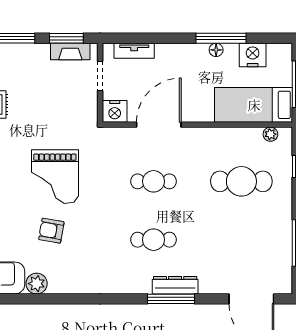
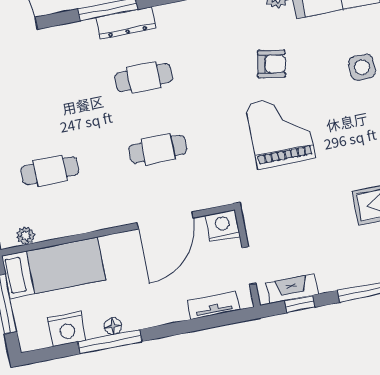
window: (66, 38) -> (300, 304), width x0.67
cafe table: (241, 181) -> (50, 171), width x0.73, depth x0.74
dresser: (175, 285) -> (126, 23), moved

